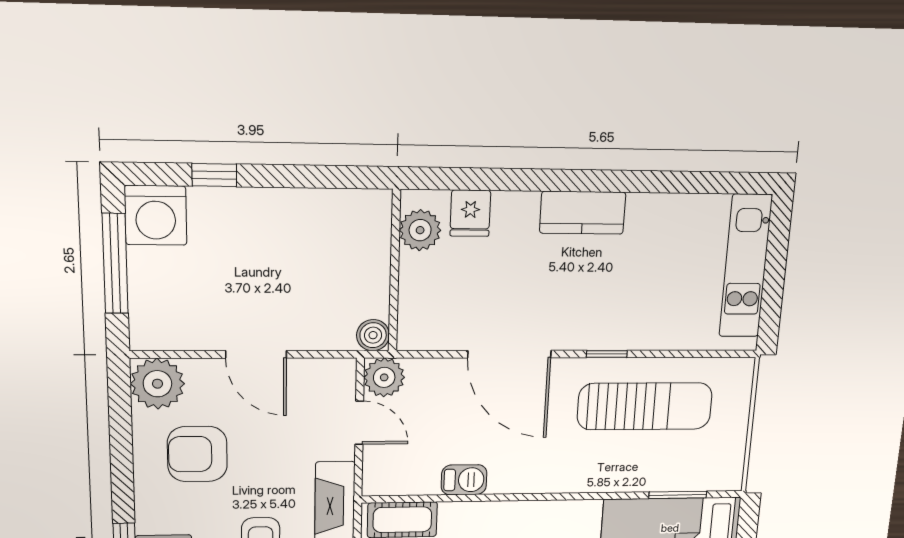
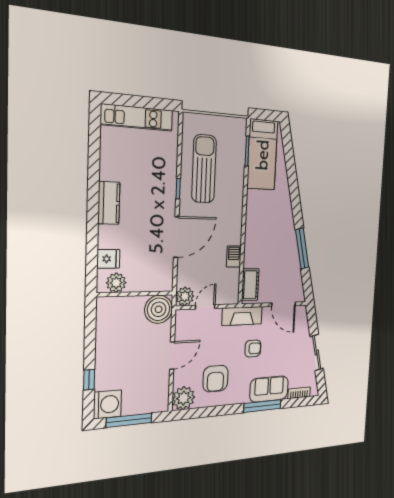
boiler: (373, 335) -> (159, 309), width x1.86, depth x1.86

